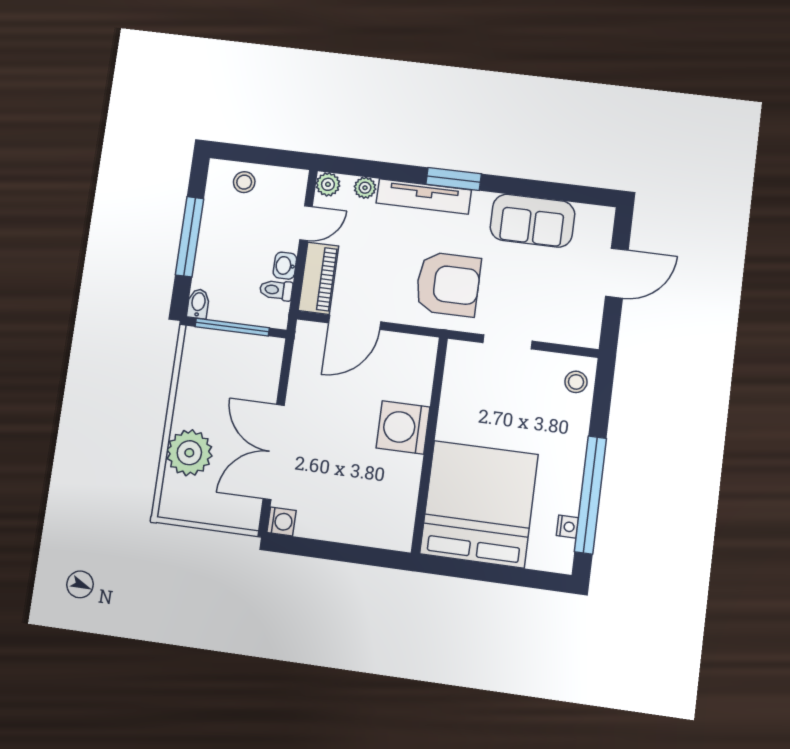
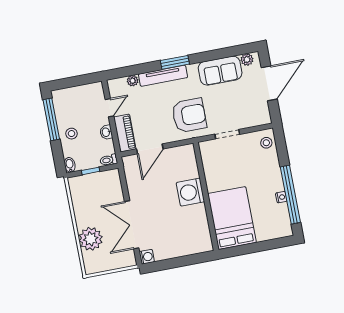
stool: (244, 182) -> (72, 134), moved
plant: (328, 184) -> (247, 60), moved
window: (190, 237) -> (51, 119), moved
door: (617, 273) -> (269, 83), width x1.36
toilet: (276, 290) -> (109, 160), moved
window: (232, 327) -> (91, 171), width x0.46
bed: (479, 504) -> (232, 218), width x0.73
nightstand: (568, 527) -> (281, 197), moved

